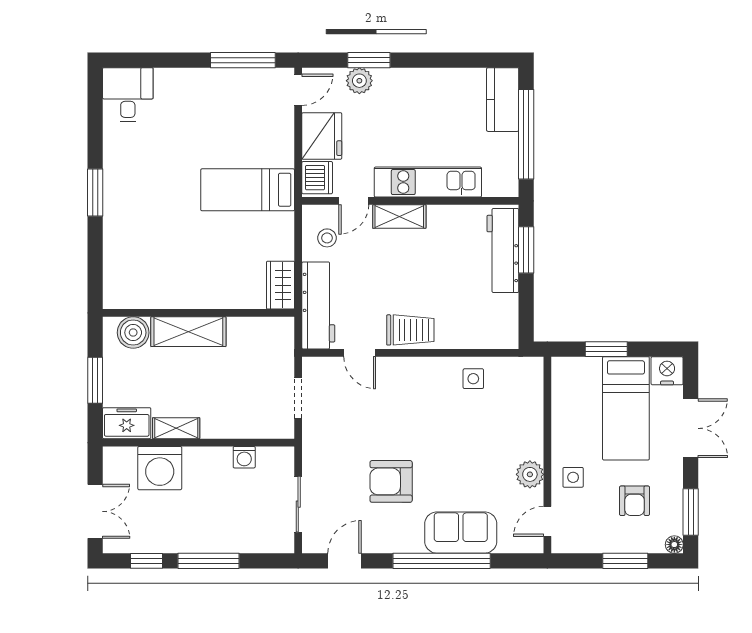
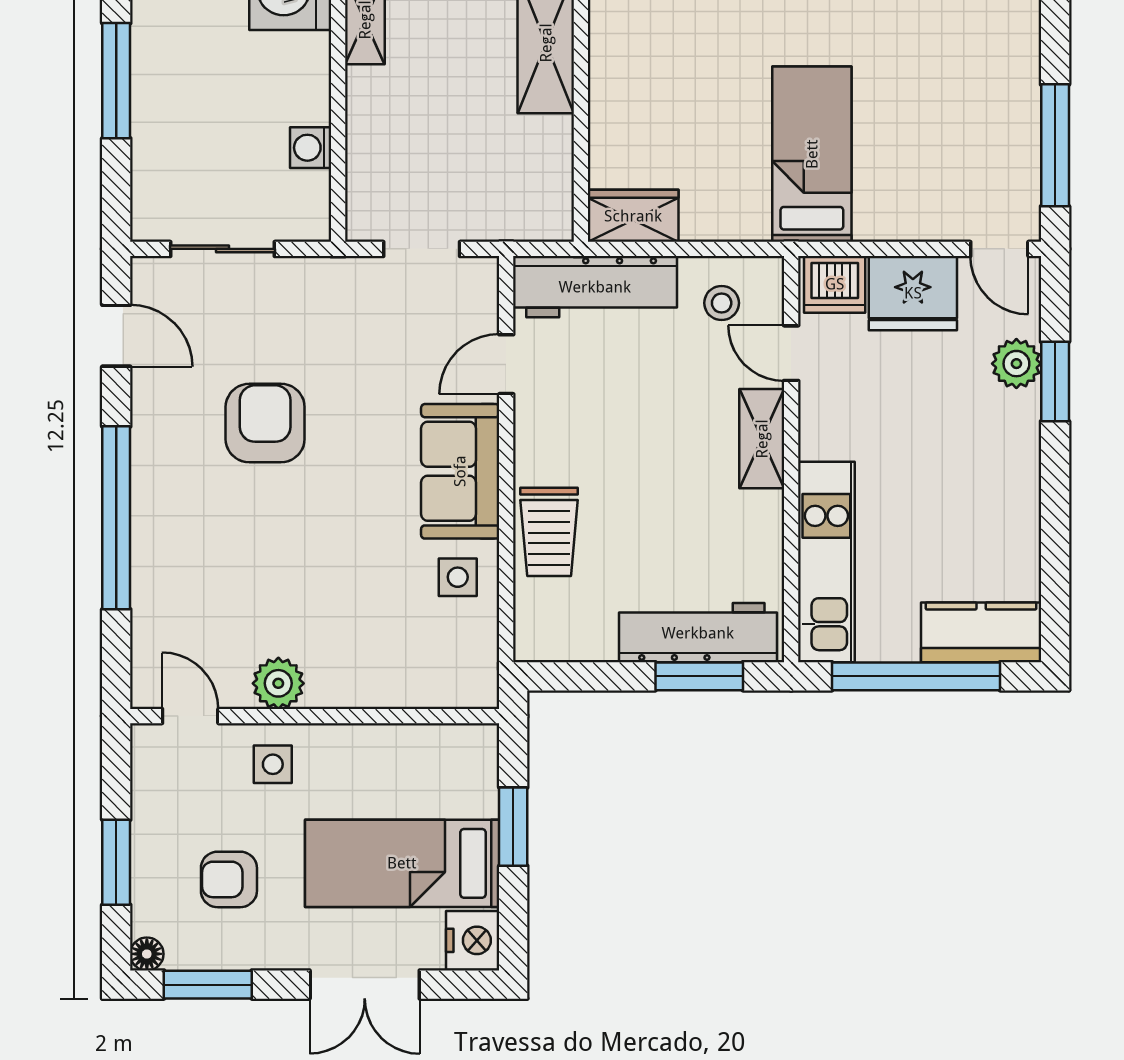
kitchen unit: (428, 182) -> (826, 562), moved
trolley: (410, 330) -> (549, 532), moved
sofa: (461, 533) -> (460, 471), moved, turned 180

